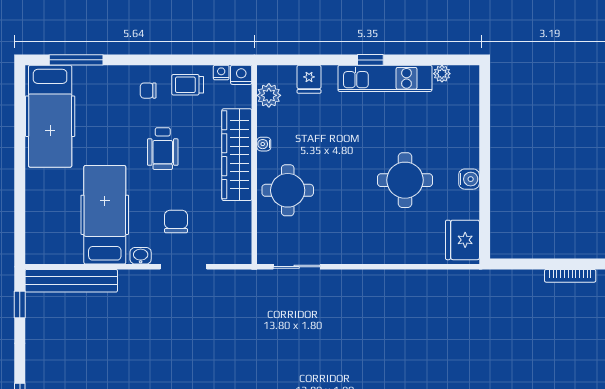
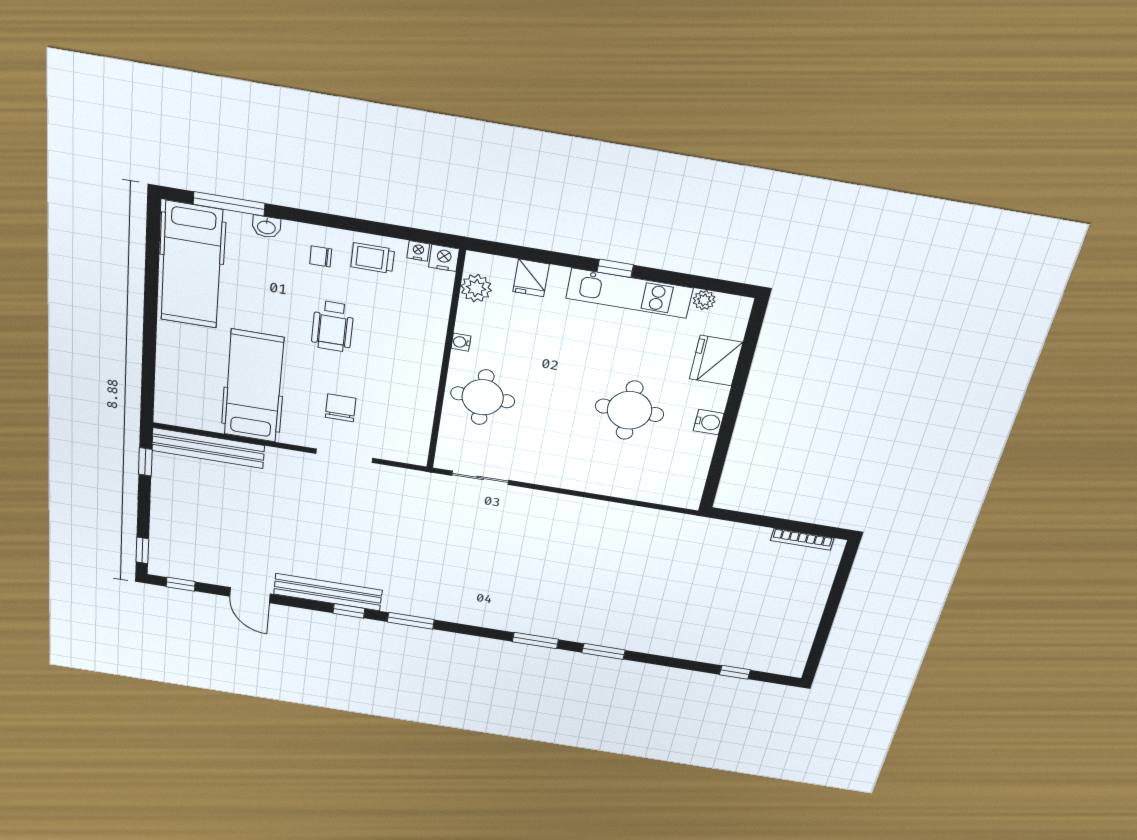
wardrobe: (237, 155) -> (425, 348), removed
fridge: (462, 240) -> (716, 361), moved
washbasin: (141, 256) -> (266, 227), moved, turned 180

